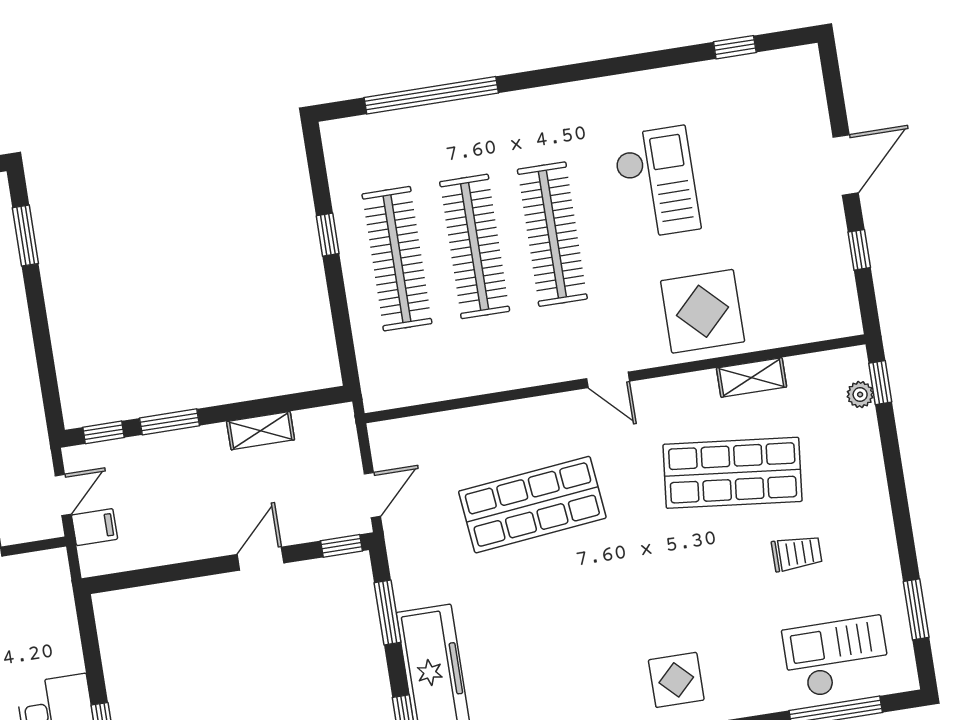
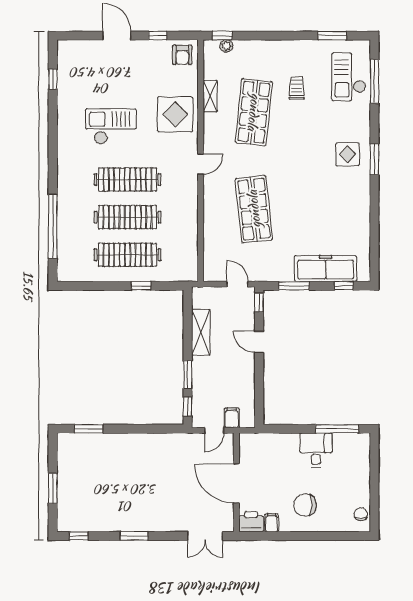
window: (328, 235) -> (141, 286), moved
armchair: (827, 306) -> (182, 55), added
shelving: (261, 431) -> (201, 332), width x1.50, depth x1.33
door: (63, 495) -> (214, 430), swing flipped

